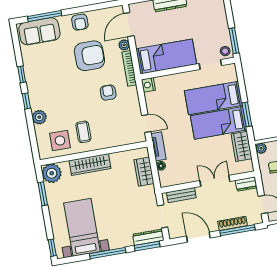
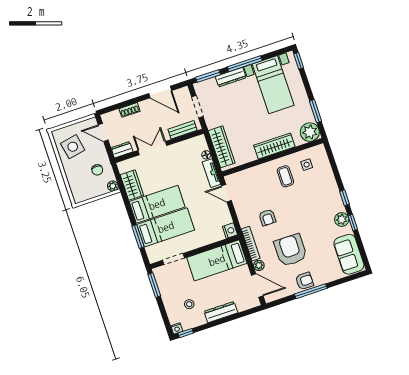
window: (45, 16) -> (311, 291), moved
armchair: (80, 22) -> (304, 281), turned 90
door: (129, 25) -> (257, 285), hinge flipped
sofa: (39, 31) -> (349, 254), moved, turned -90
stool: (225, 51) -> (189, 304), moved
armchair: (89, 56) -> (291, 250), turned 90
window: (247, 114) -> (138, 237), moved
plant: (39, 117) -> (342, 219), moved
side table: (60, 141) -> (307, 165), width x0.54, depth x0.54
wardrobe: (144, 172) -> (222, 147), width x1.50
double door: (215, 181) -> (152, 148), swing flipped
shoe rack: (233, 223) -> (129, 110), width x0.70
window: (237, 230) -> (124, 104), removed
dresser: (148, 237) -> (231, 77), moved

